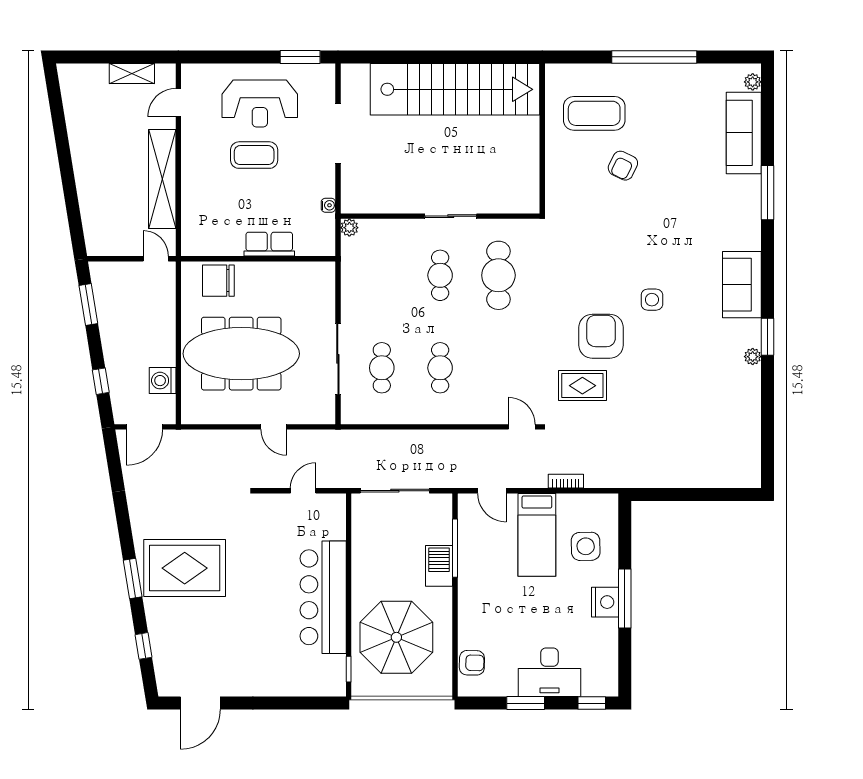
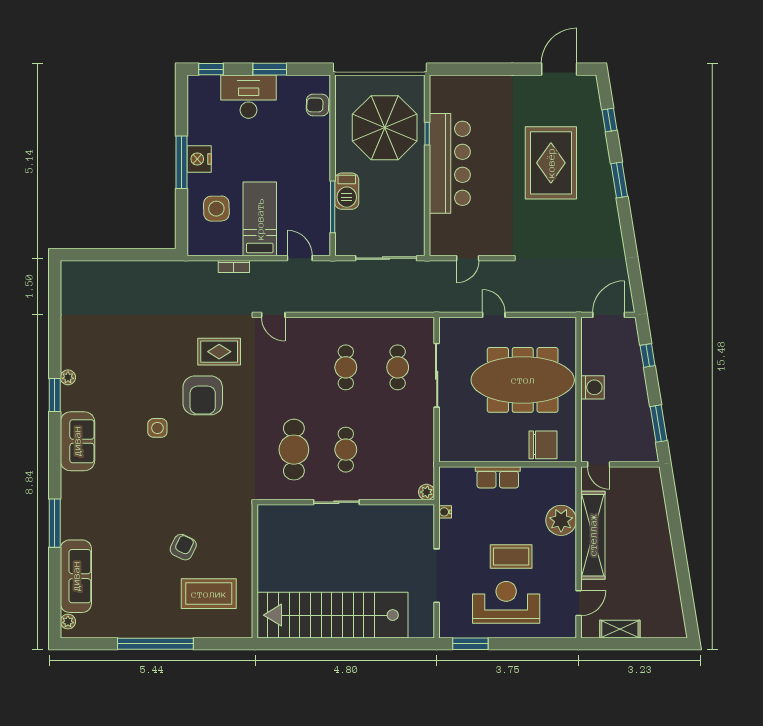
plant: (198, 196) -> (561, 520), added
washing machine: (163, 381) -> (593, 387), moved
rug: (185, 568) -> (551, 163), moved, turned 90
window: (349, 669) -> (427, 134), moved

